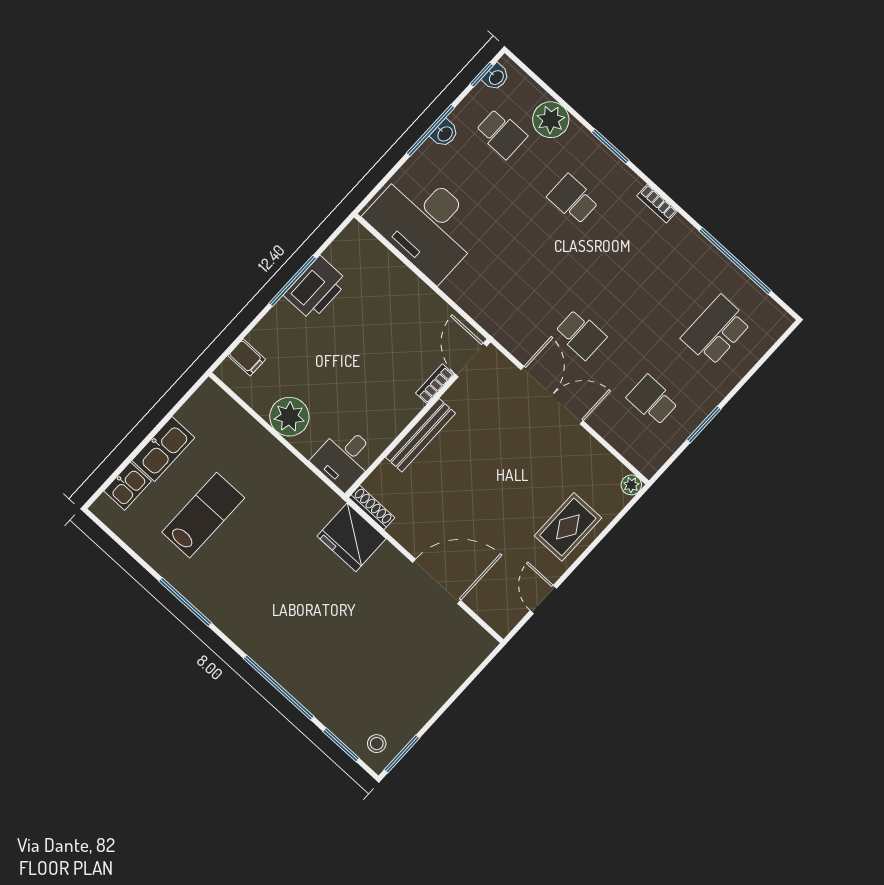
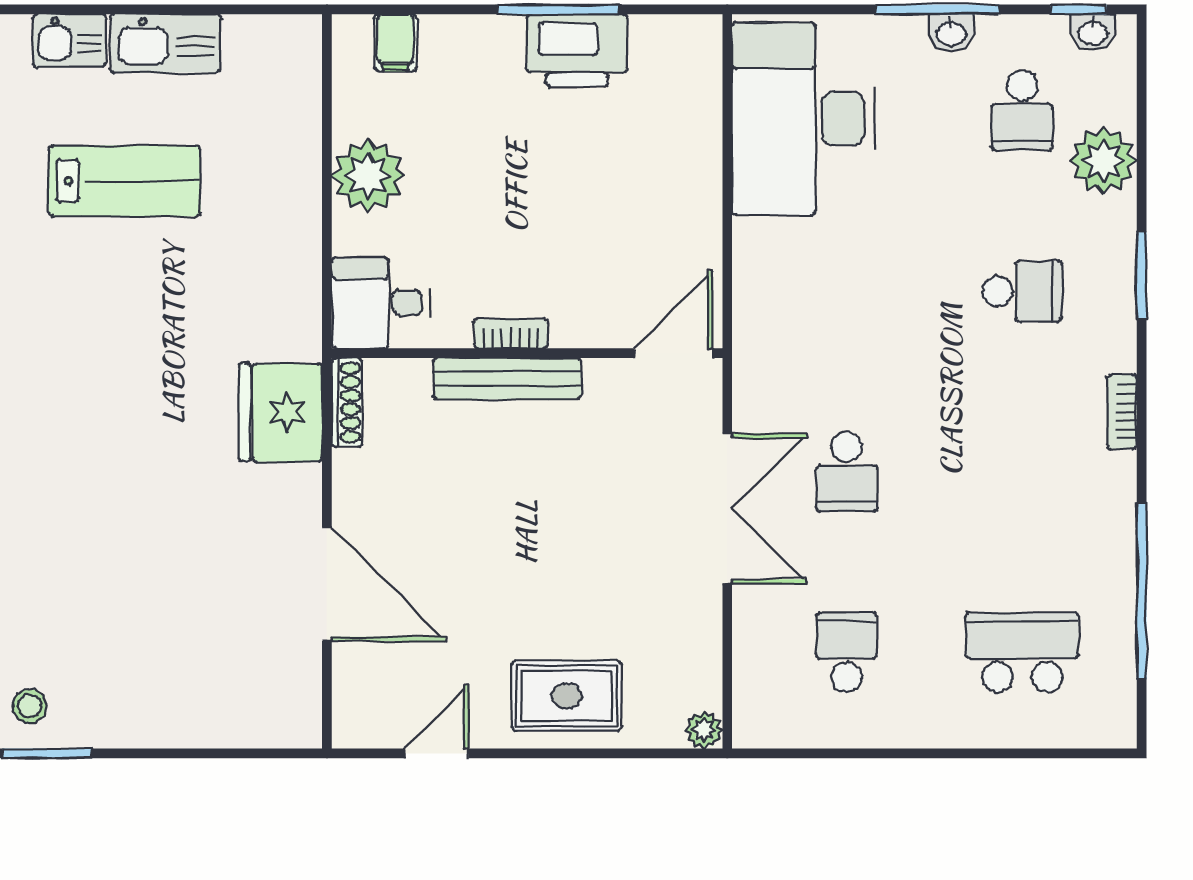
school desk: (573, 199) -> (1022, 291), turned 90
bookcase: (435, 384) -> (511, 334), moved
window: (704, 424) -> (878, 753), removed

